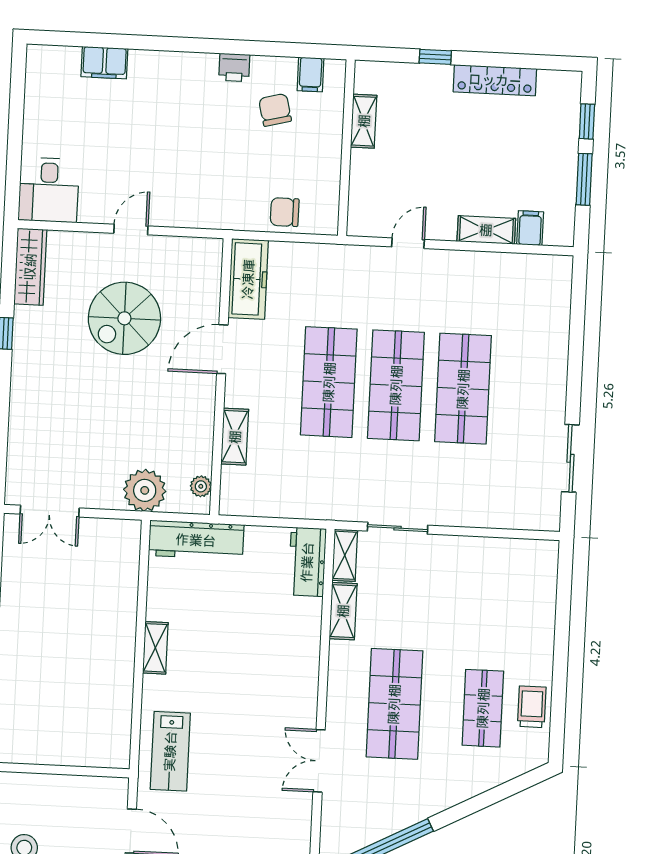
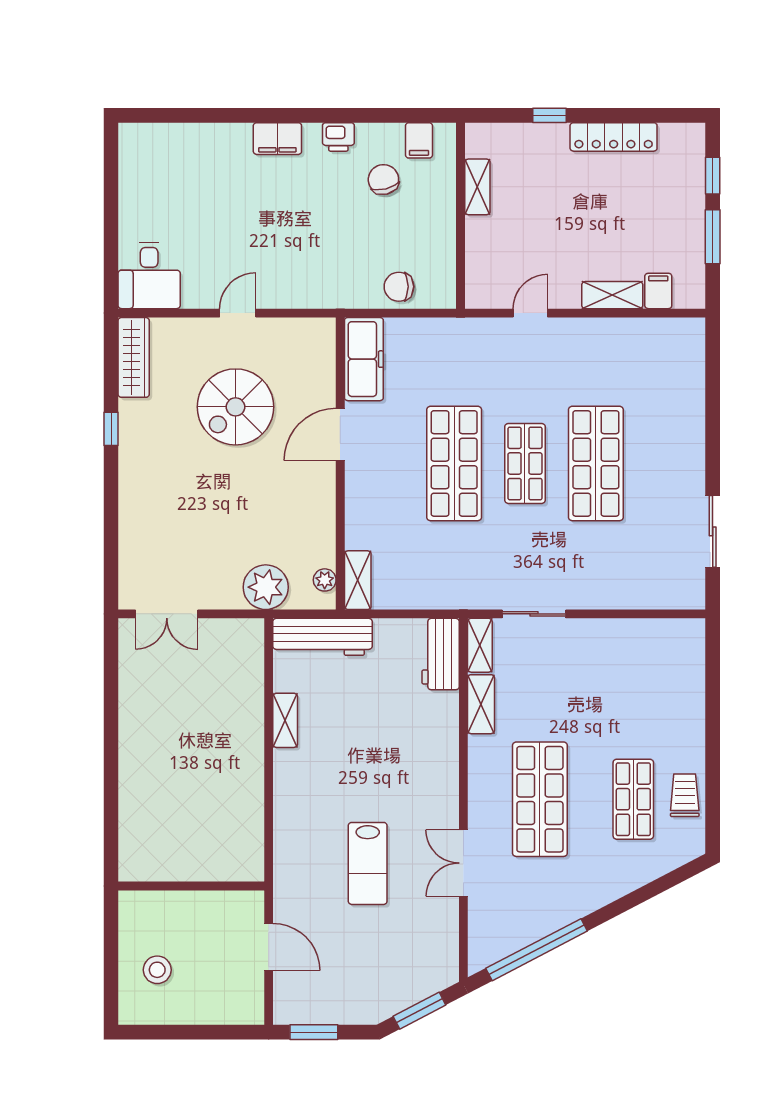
filing cabinet: (104, 63) -> (277, 139), moved
shop shelf: (396, 385) -> (525, 463), width x0.70, depth x0.74
shelving: (235, 437) -> (358, 580), moved
shelving: (155, 648) -> (285, 720), moved
lab bench: (170, 751) -> (368, 863), moved

